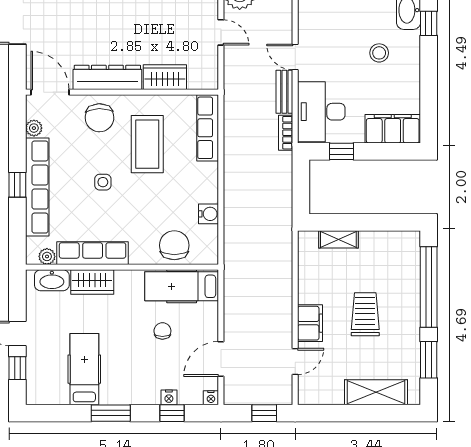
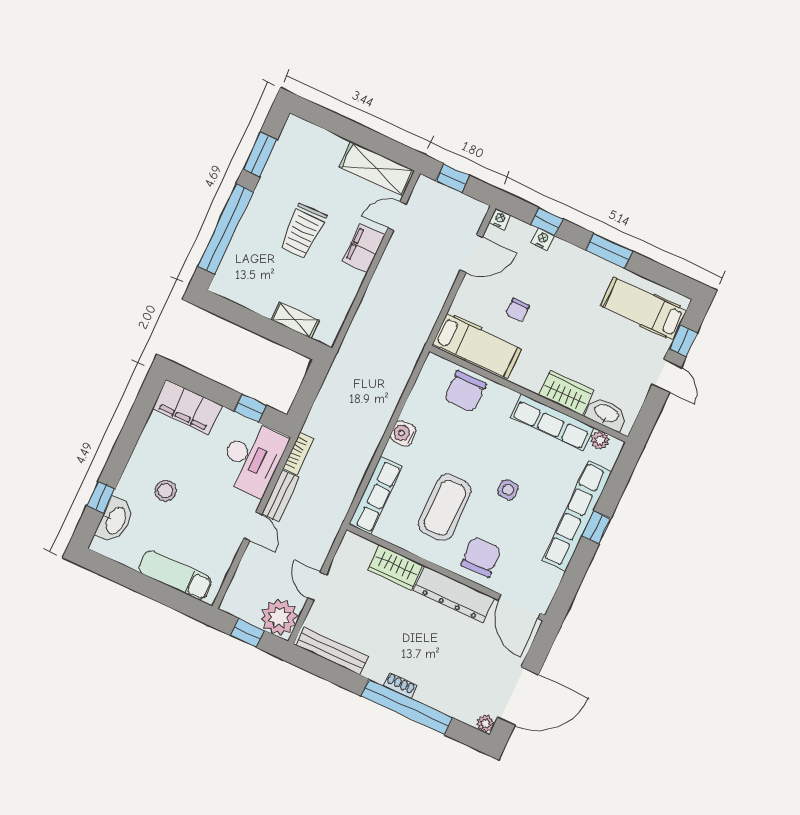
plant: (34, 128) -> (553, 577), removed
water cooler: (209, 214) -> (403, 433), moved
hospital bed: (84, 369) -> (644, 308), moved, turned 90
shelving: (376, 392) -> (377, 169), moved

